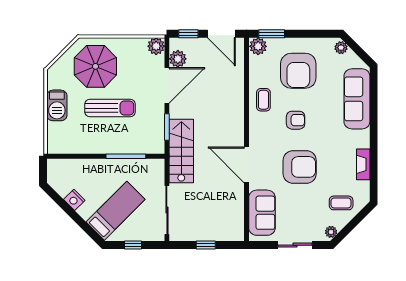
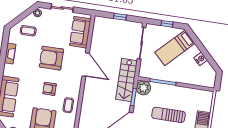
plant: (154, 143) -> (143, 88), added

